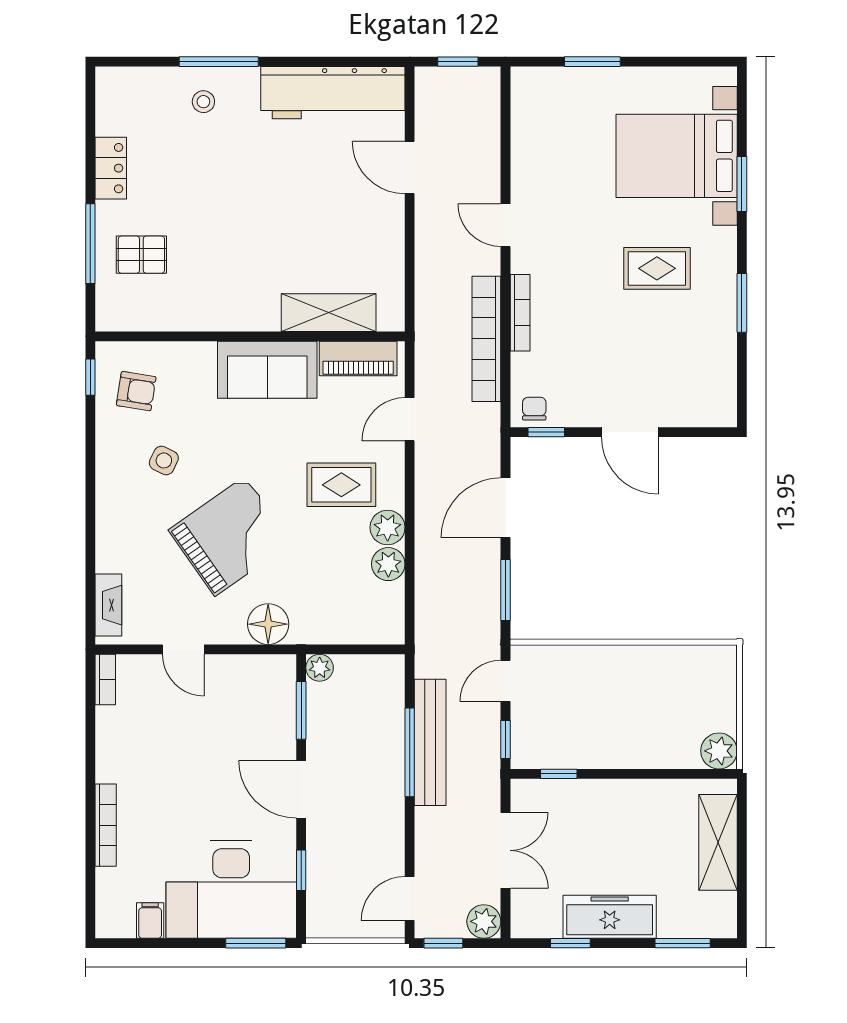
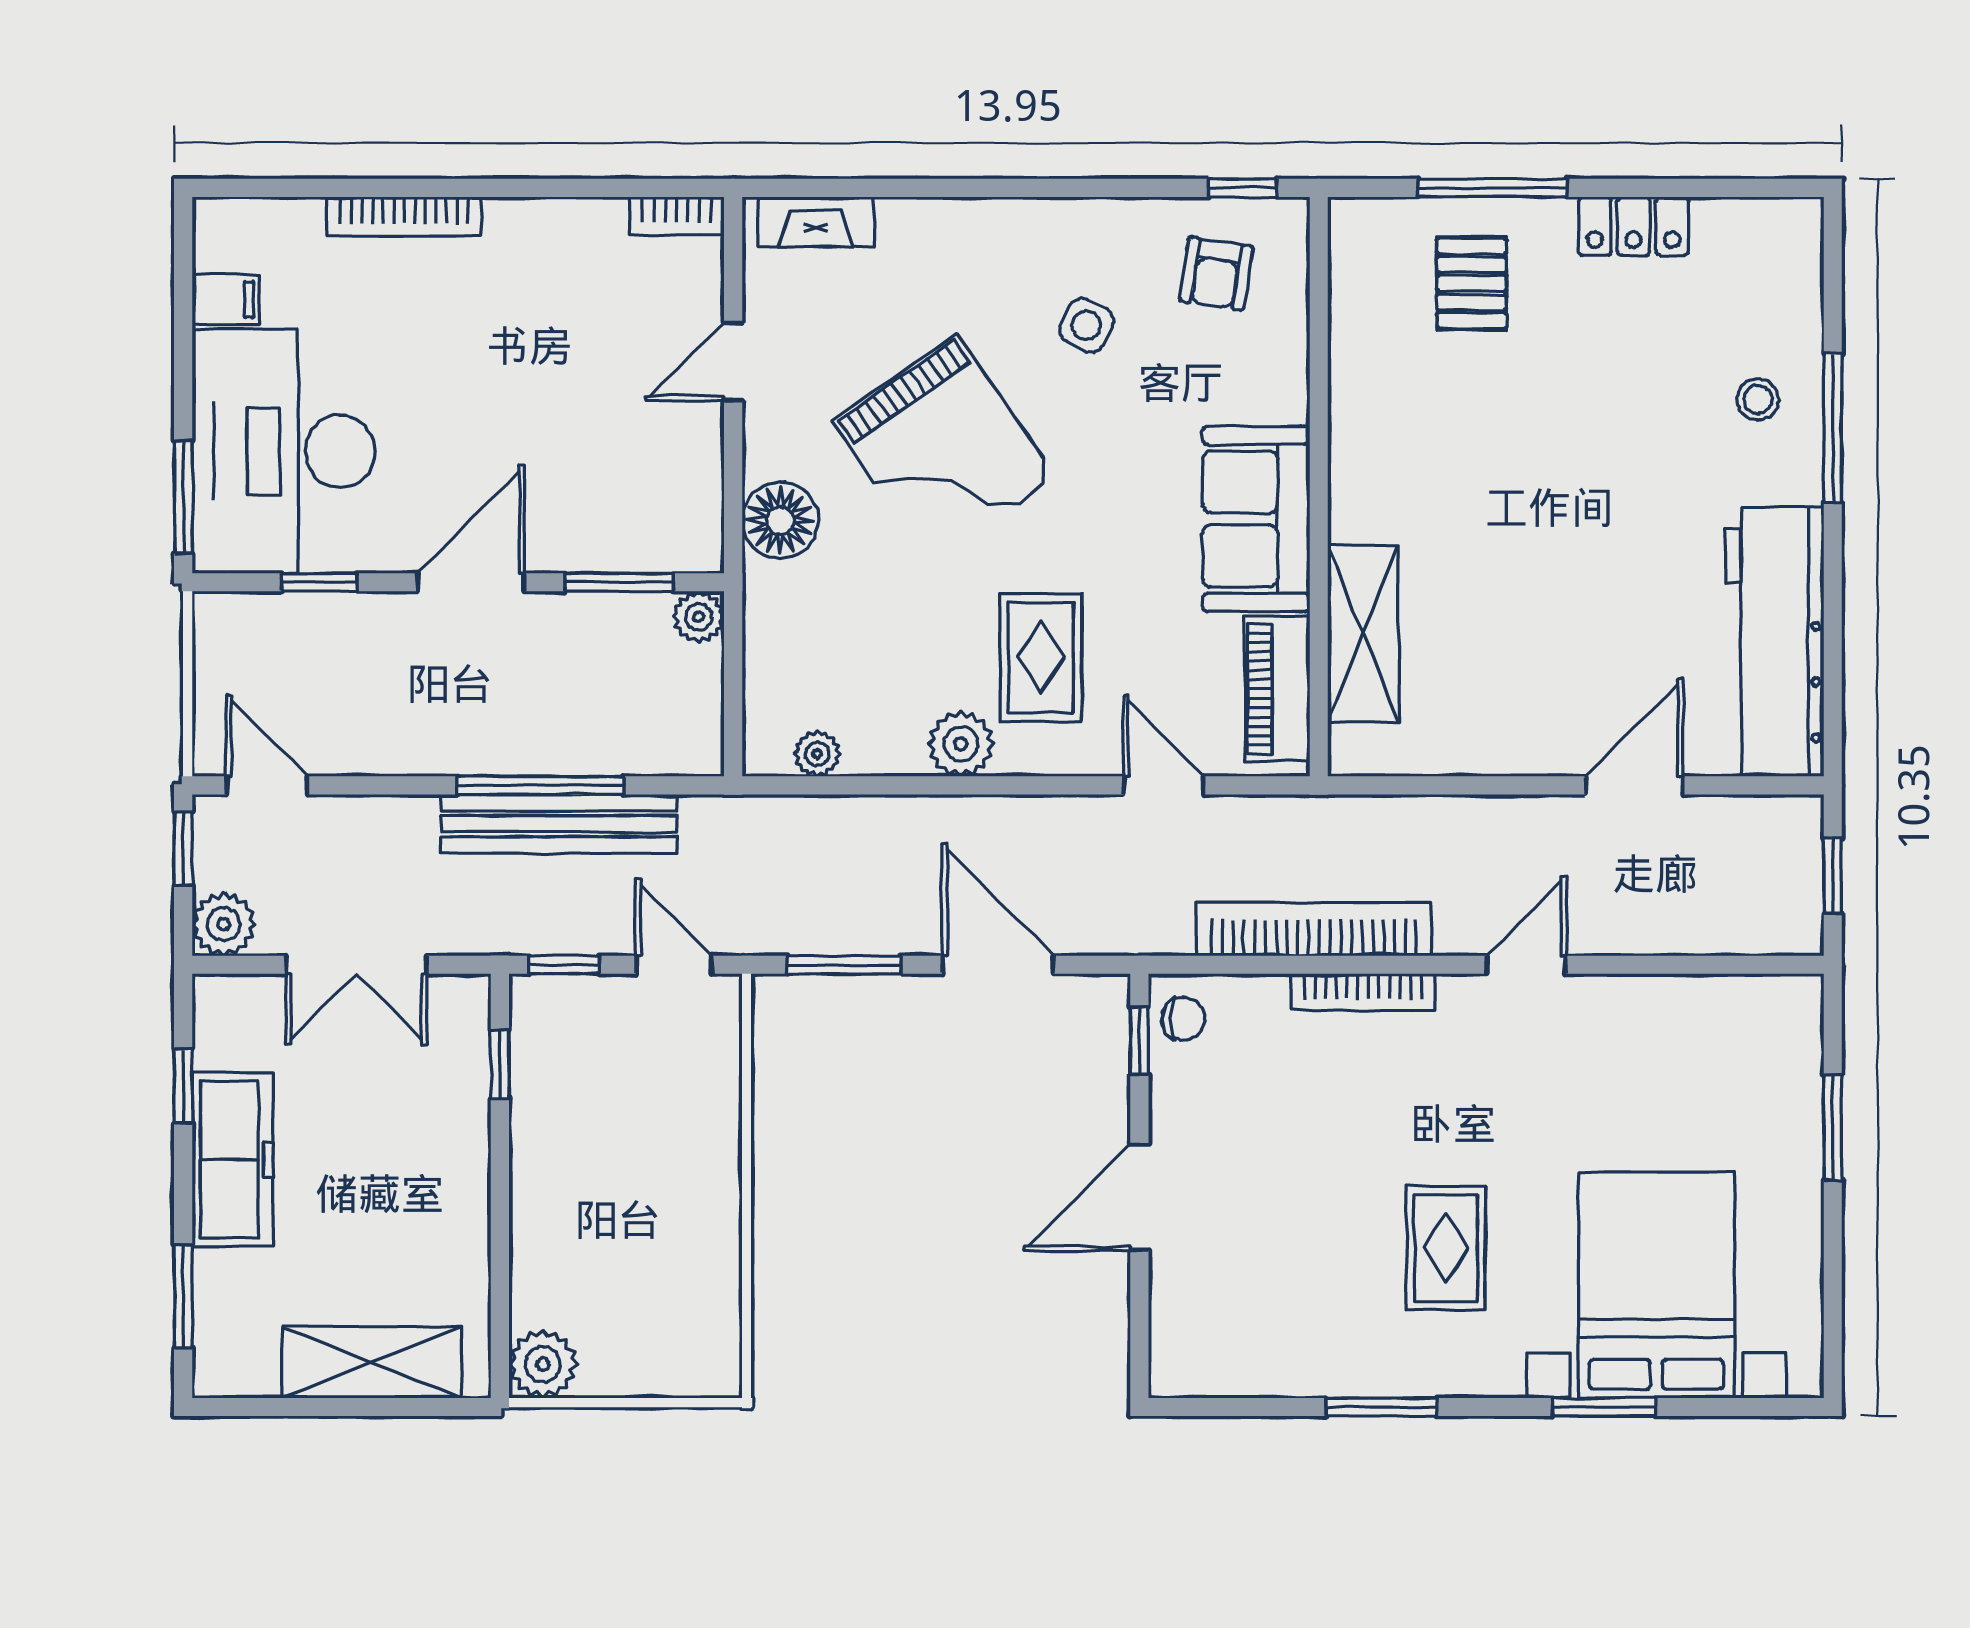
plant: (388, 564) -> (817, 754), moved, width x0.73, depth x0.73

